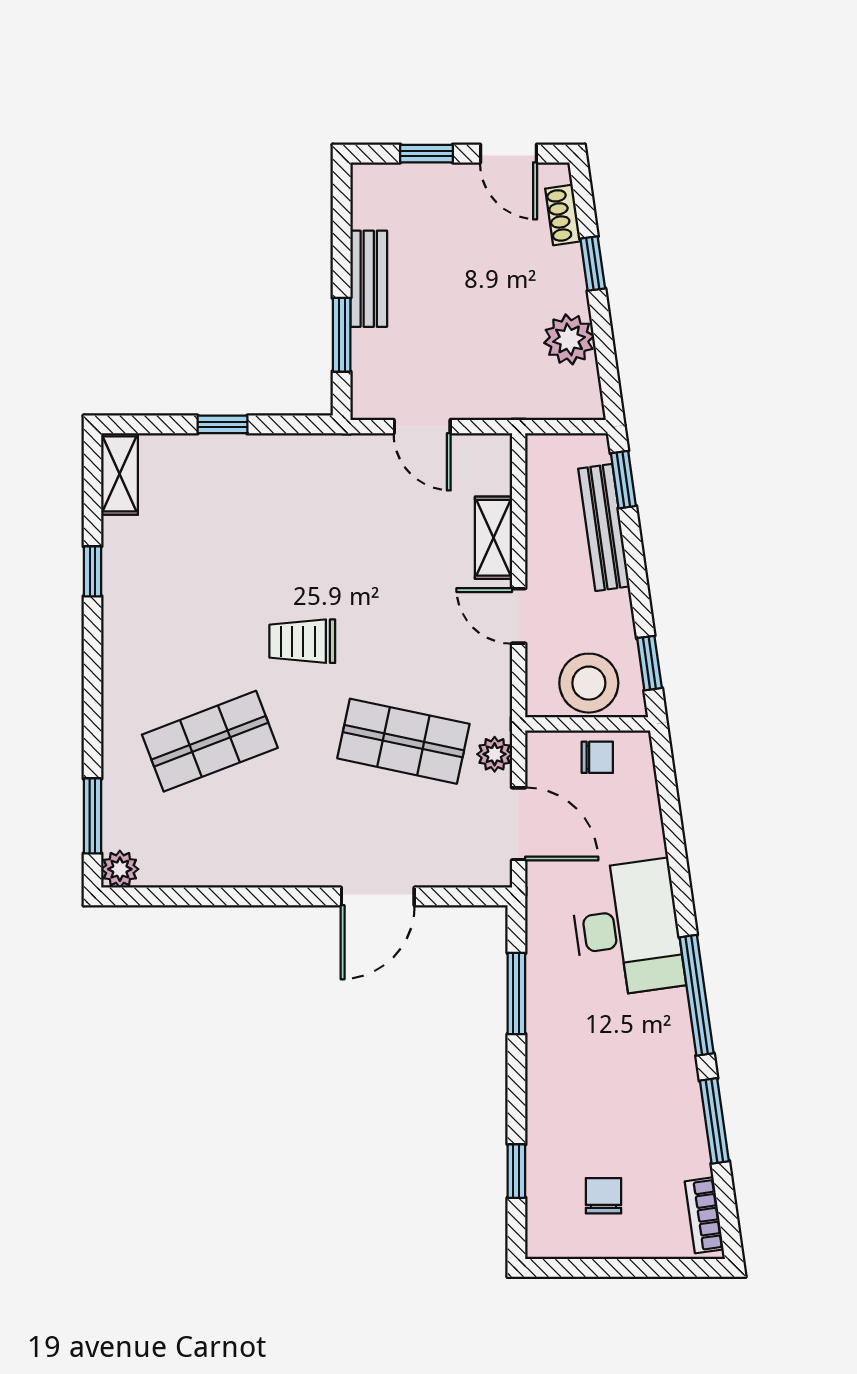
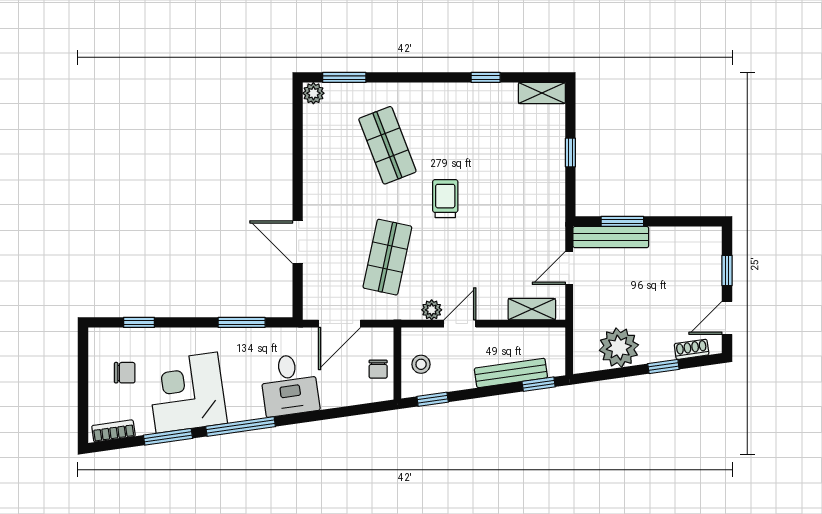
bench: (369, 279) -> (611, 237), moved, width x1.36
plant: (569, 339) -> (619, 348), width x1.36, depth x1.36
shelving: (494, 538) -> (532, 309), moved
stool: (589, 683) -> (421, 364), width x0.53, depth x0.53
plant: (495, 754) -> (432, 310), moved
desk: (627, 928) -> (289, 385), width x0.73
corner desk: (638, 1088) -> (187, 393), added

